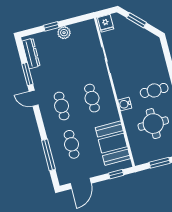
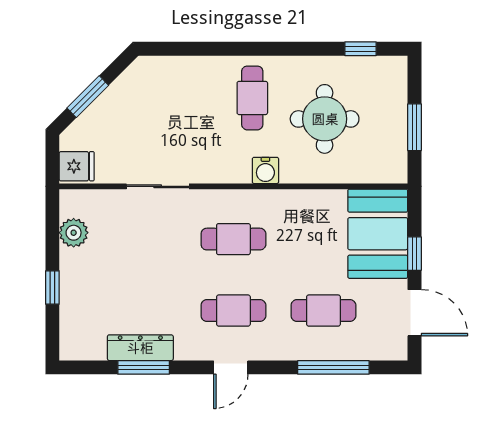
plant: (64, 33) -> (74, 233), moved
dresser: (31, 54) -> (140, 348), moved
door: (34, 98) -> (231, 367), moved
booth: (113, 143) -> (378, 234), moved, turned 90
window: (116, 174) -> (414, 254), moved

